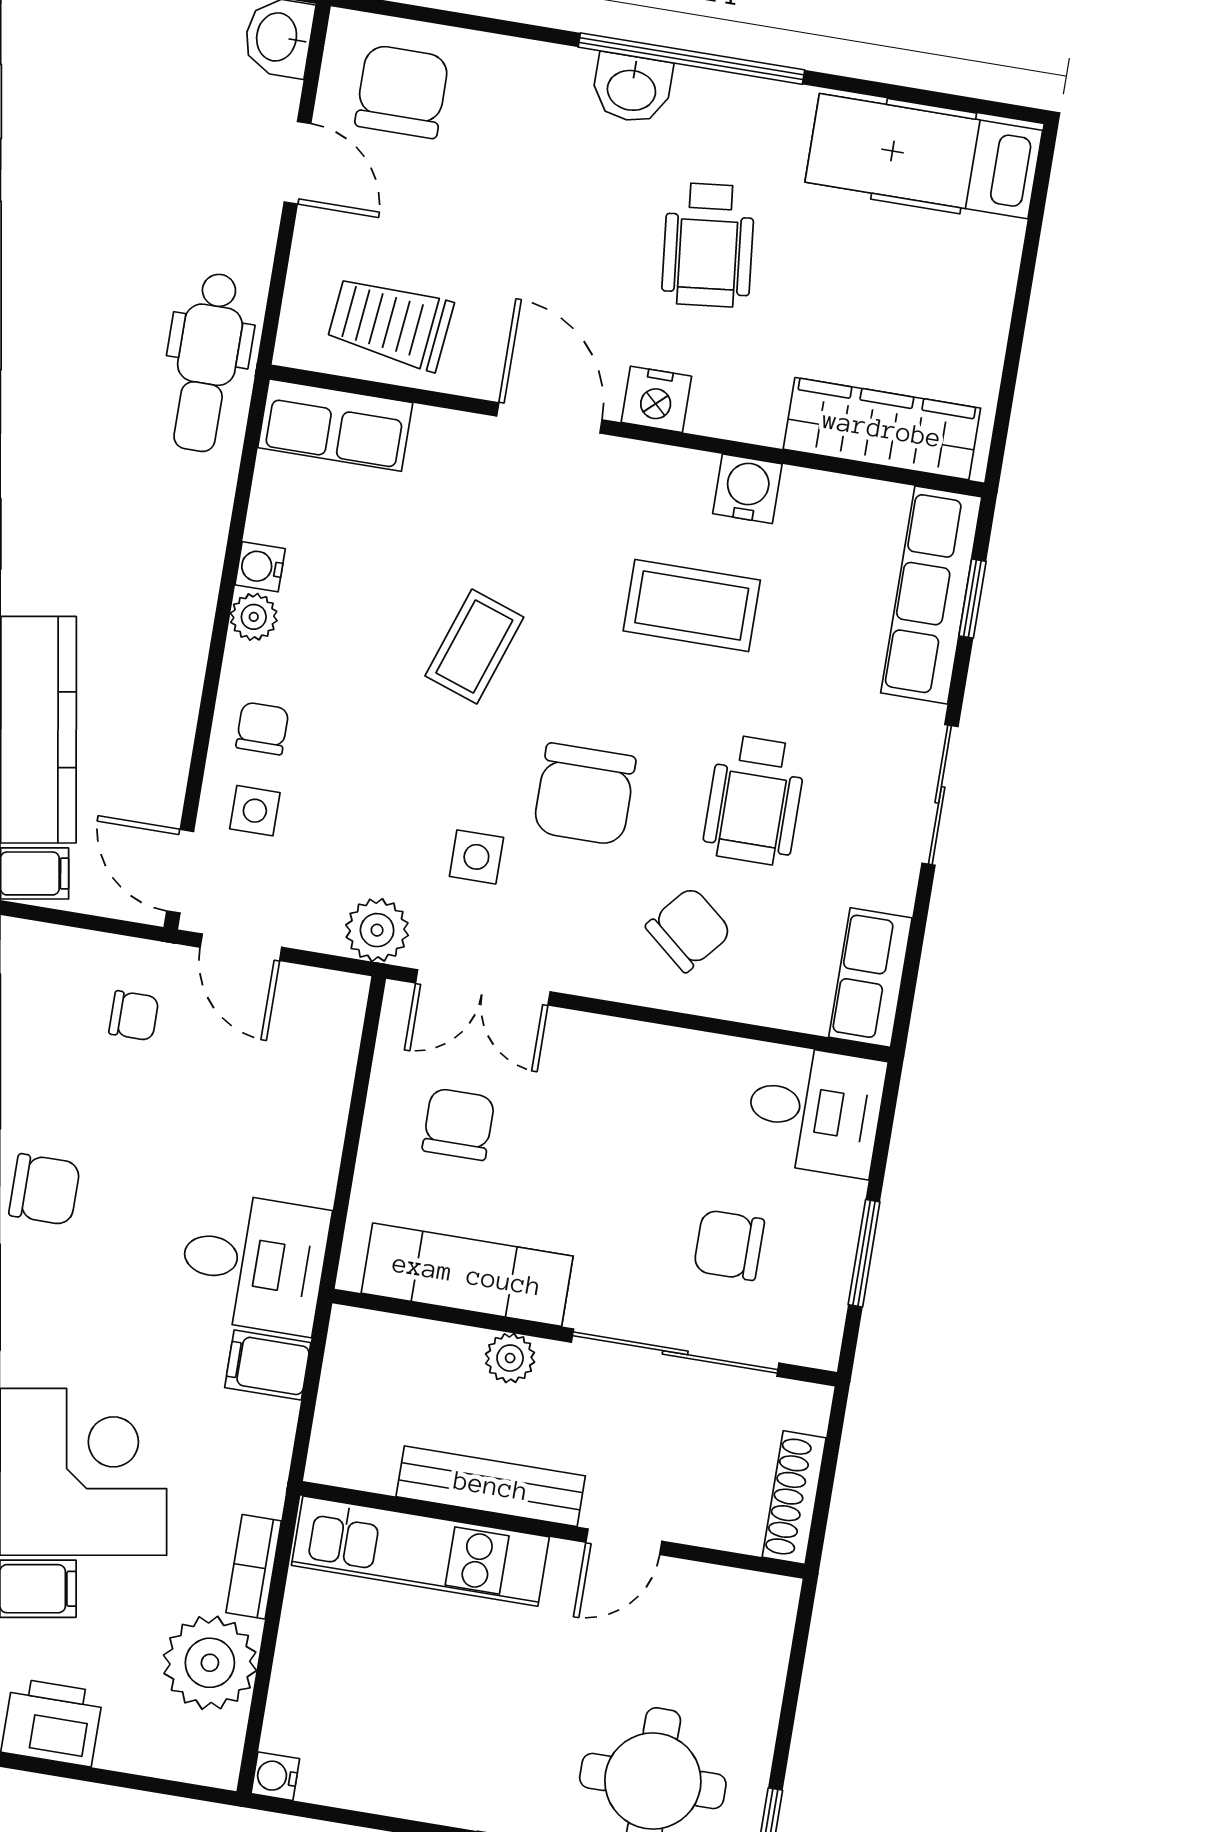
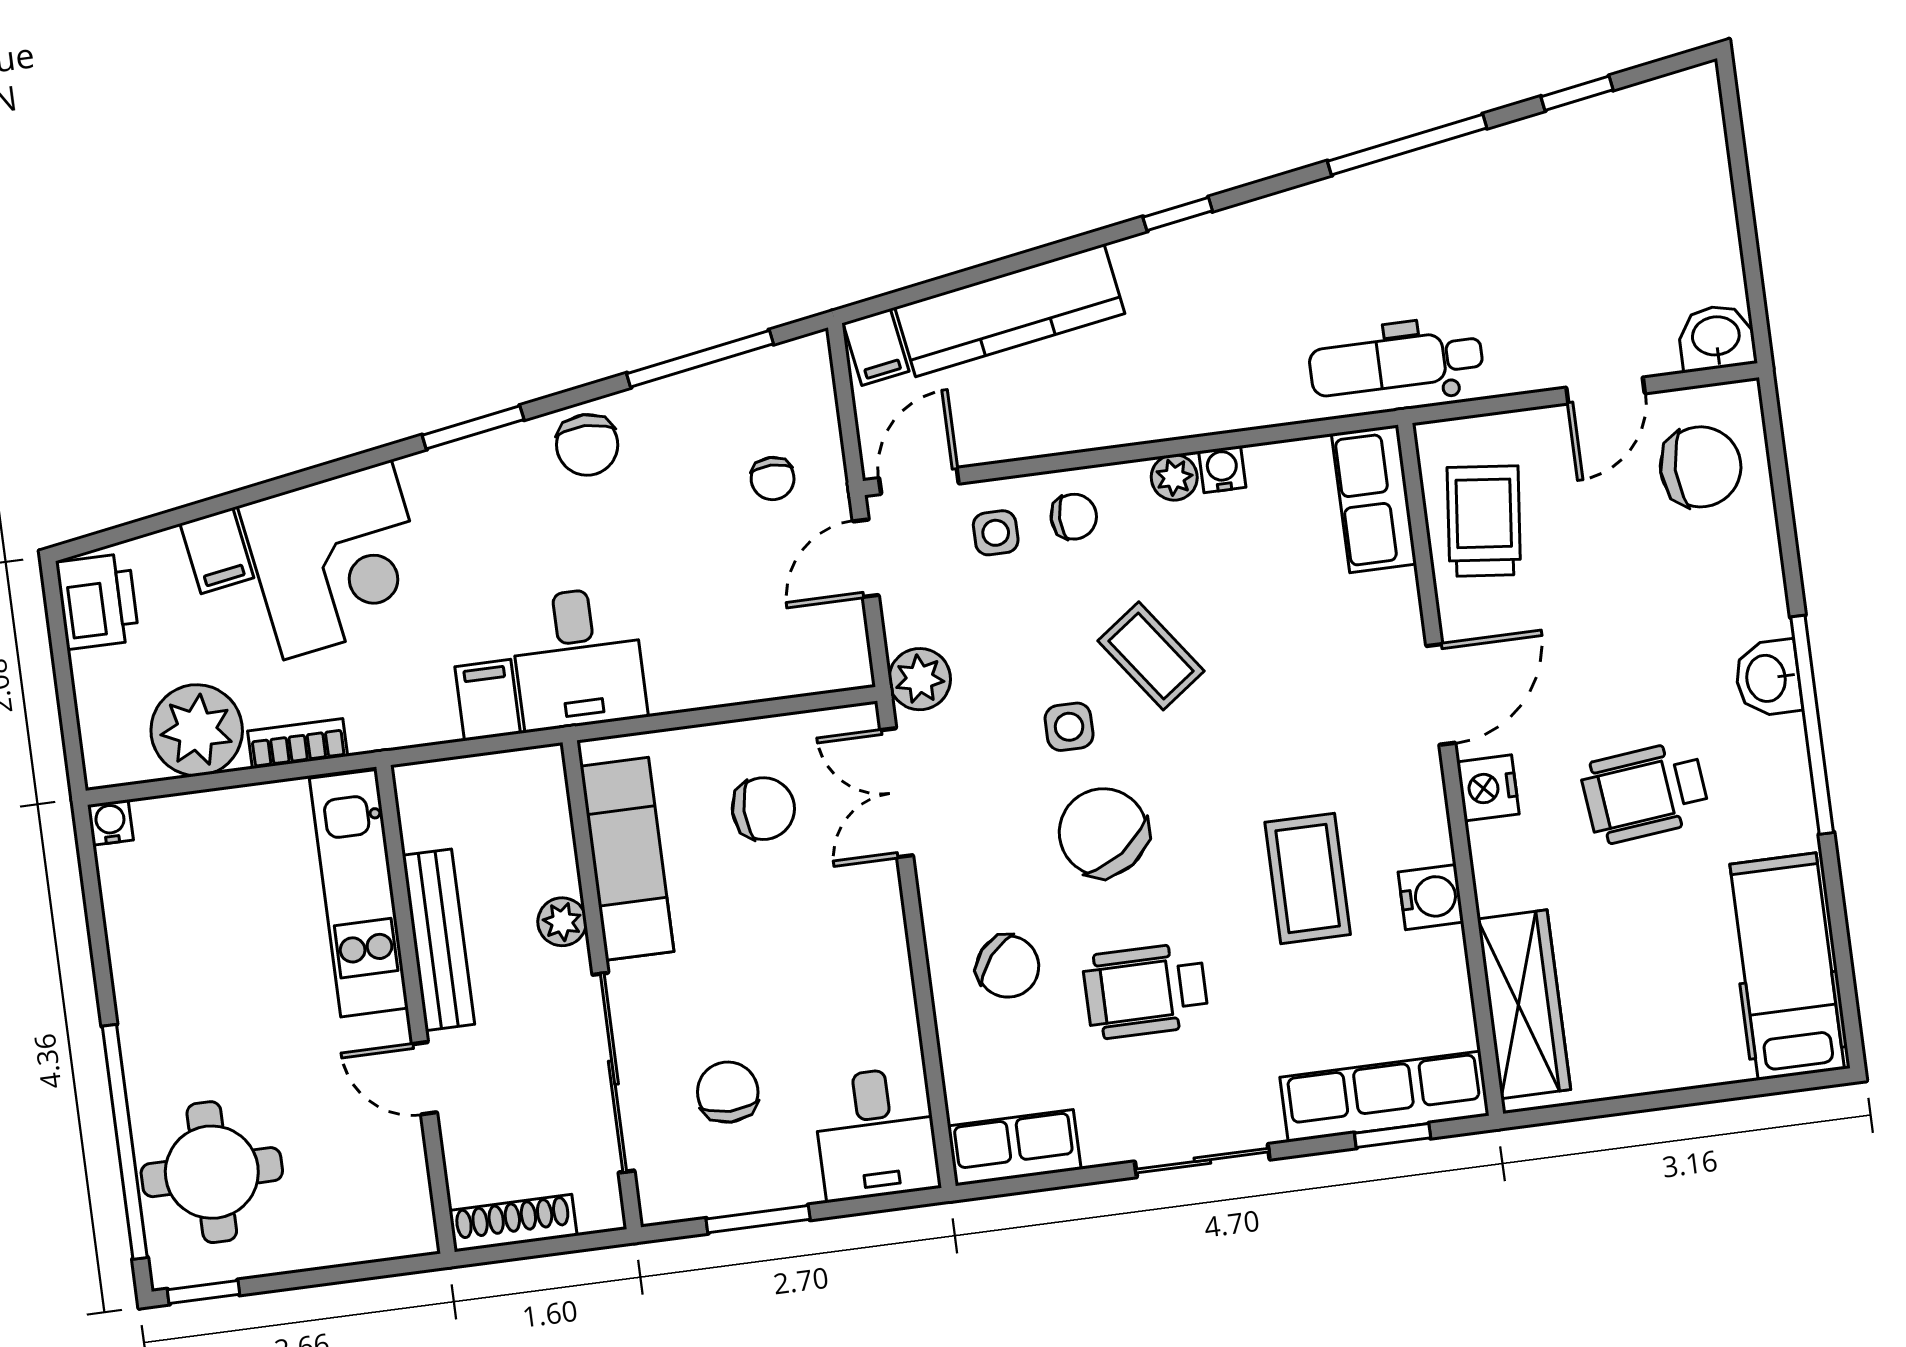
coffee table: (474, 647) -> (1151, 656), moved, turned 35
chair: (584, 794) -> (1103, 832), turned 55
side table: (476, 857) -> (1069, 727), moved

